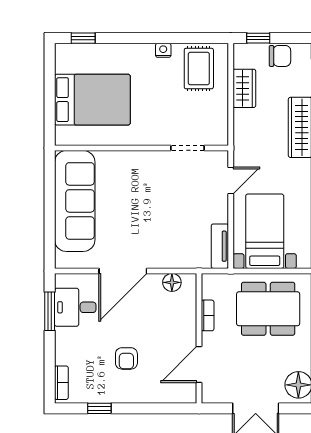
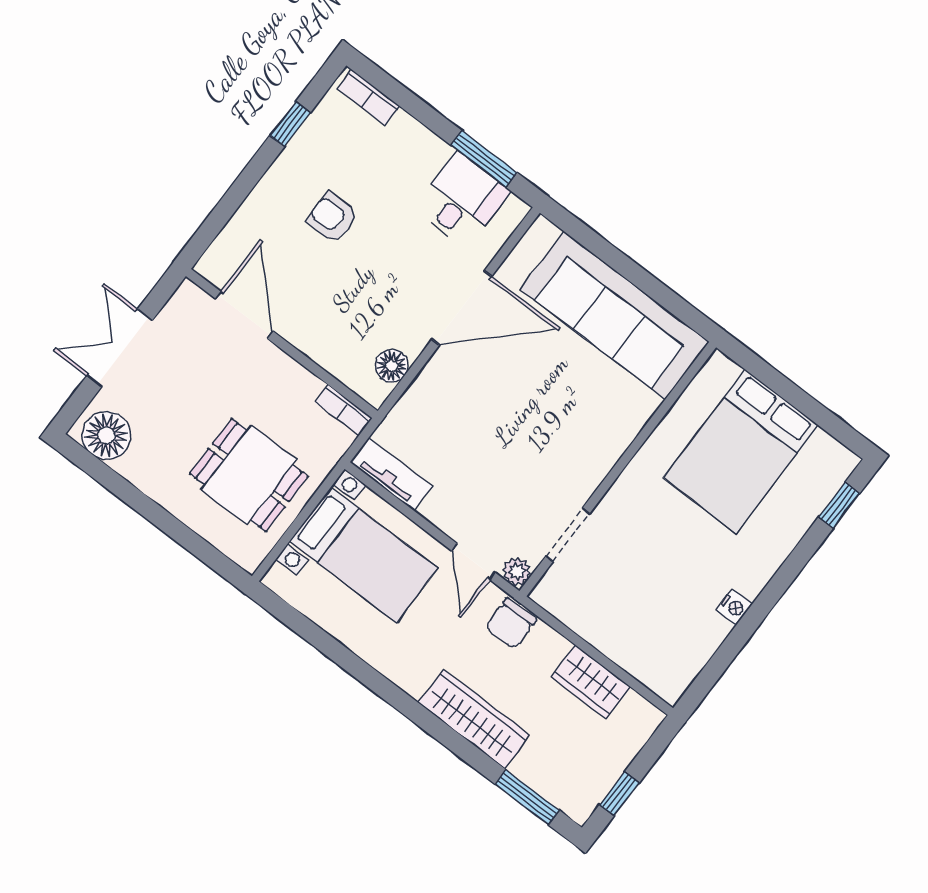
window: (258, 38) -> (619, 794), moved
chair: (280, 56) -> (511, 623), moved
rug: (199, 69) -> (669, 638), removed
plant: (221, 158) -> (517, 572), added
door: (123, 271) -> (462, 308), swing flipped
dining table: (268, 309) -> (249, 475), width x0.73
bookcase: (208, 315) -> (344, 410), moved

